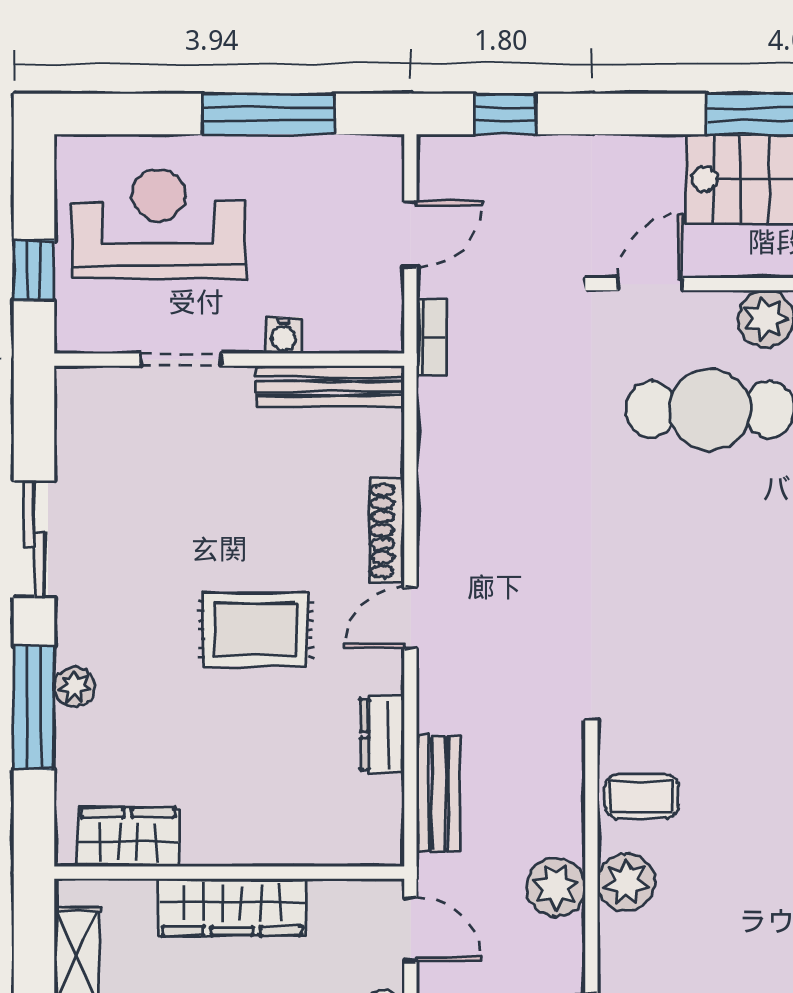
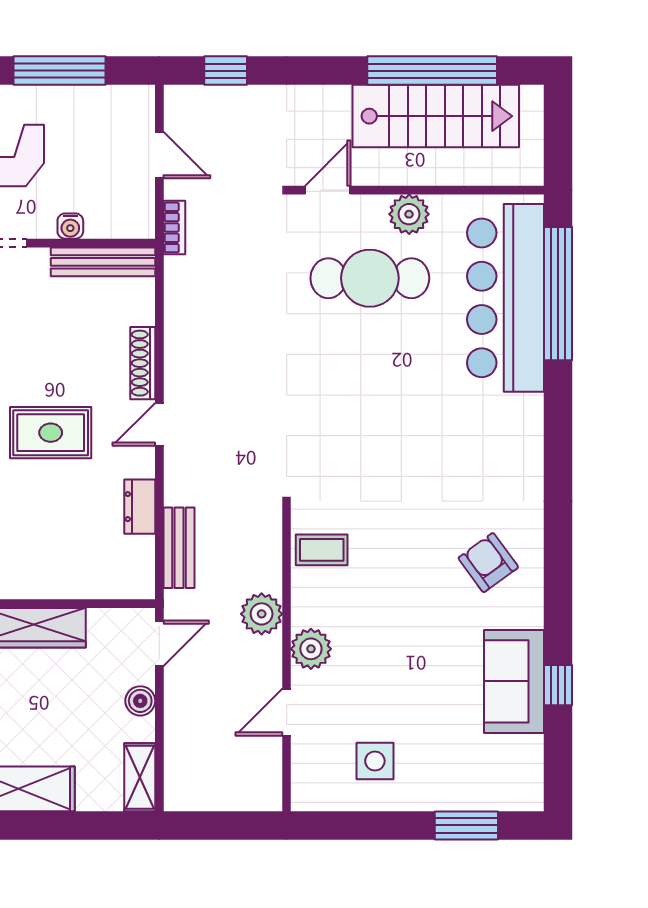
door: (410, 234) -> (159, 155), hinge flipped
plant: (626, 882) -> (311, 649), moved
door: (410, 929) -> (159, 643), hinge flipped

